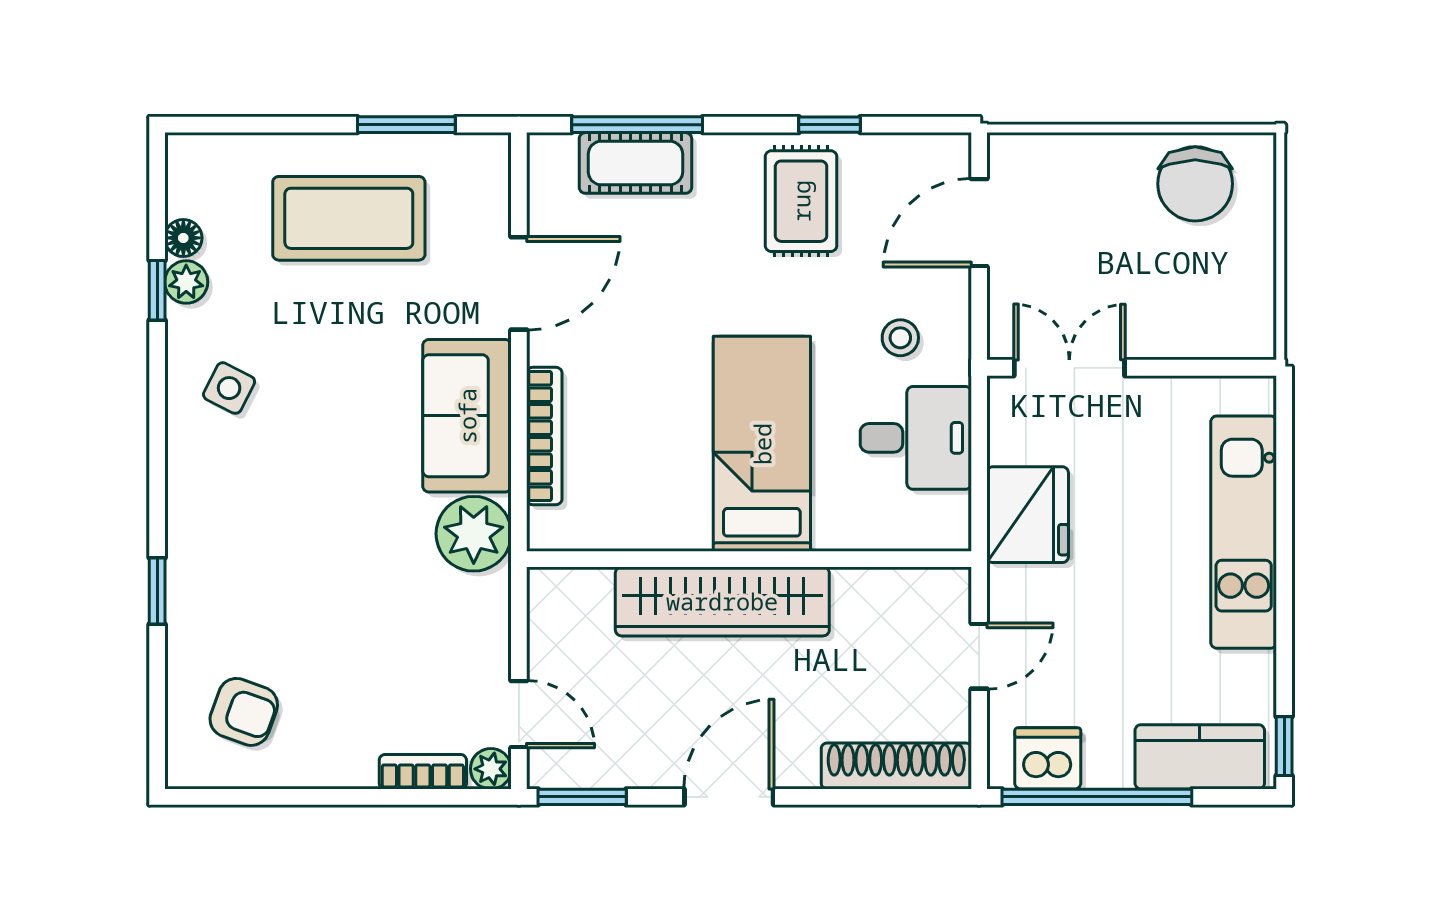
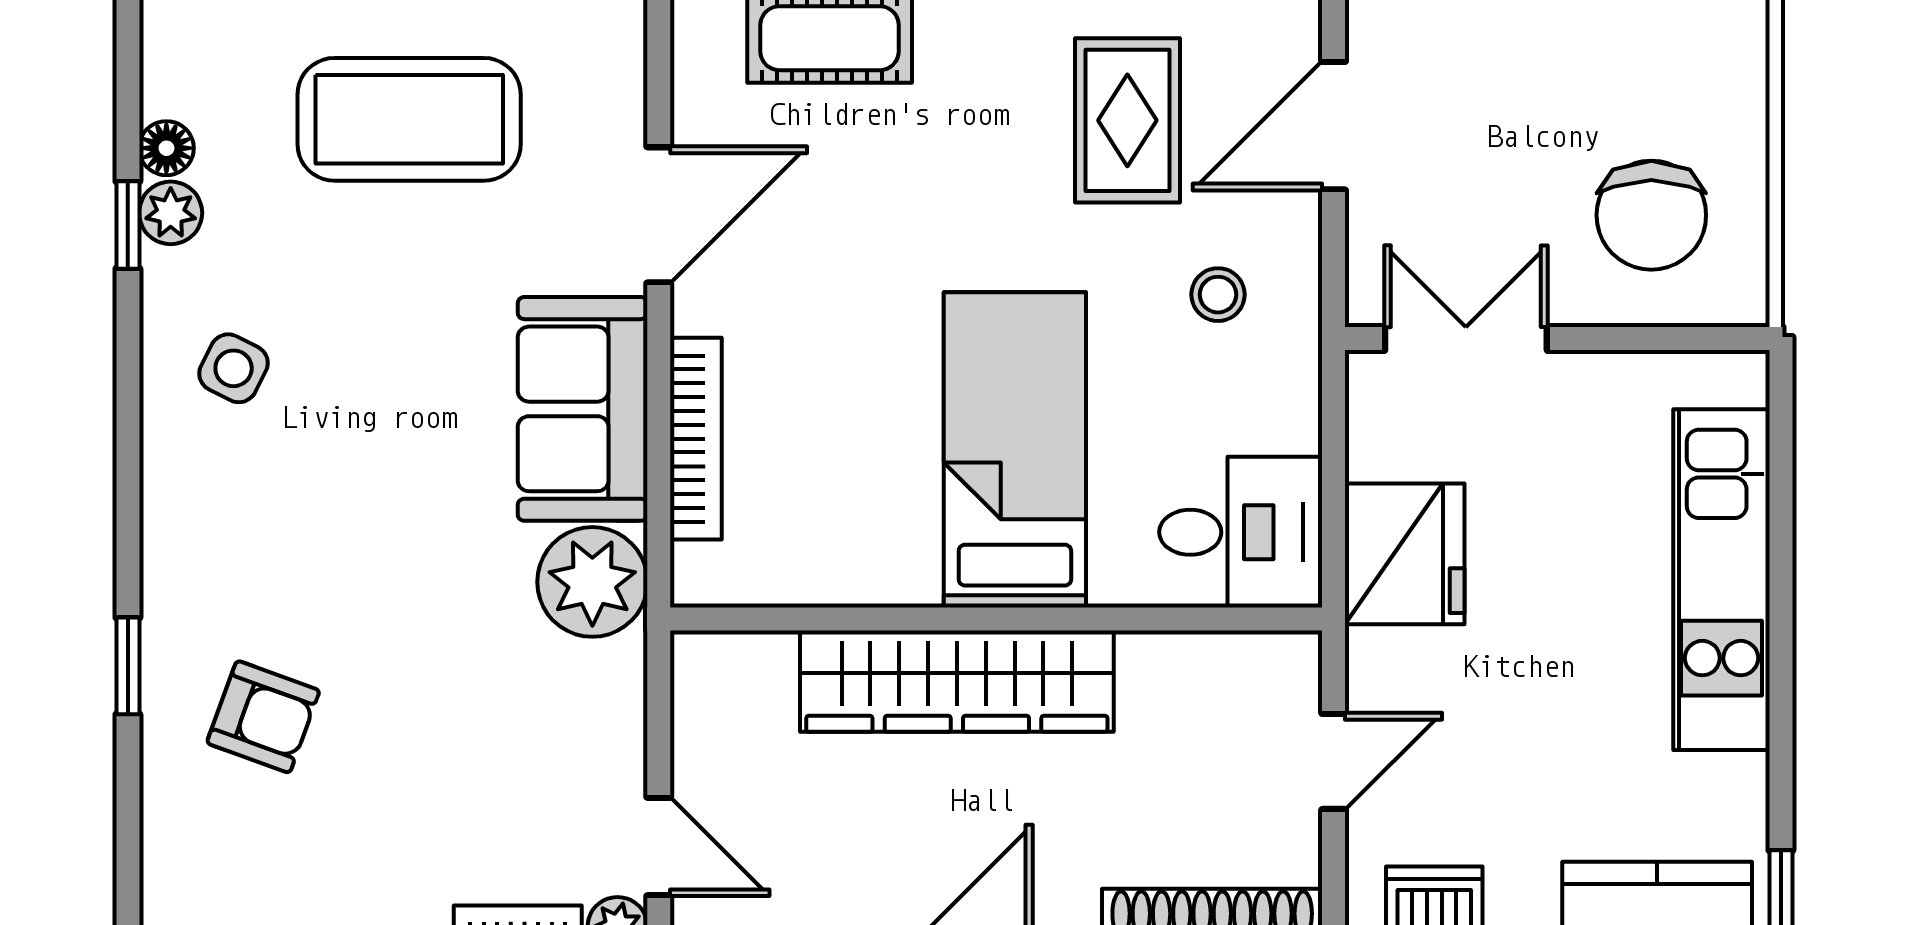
chair: (1195, 184) -> (1651, 215), moved
rug: (801, 201) -> (1127, 120), moved
desk: (916, 438) -> (1241, 532), moved
armchair: (244, 712) -> (263, 717), moved

